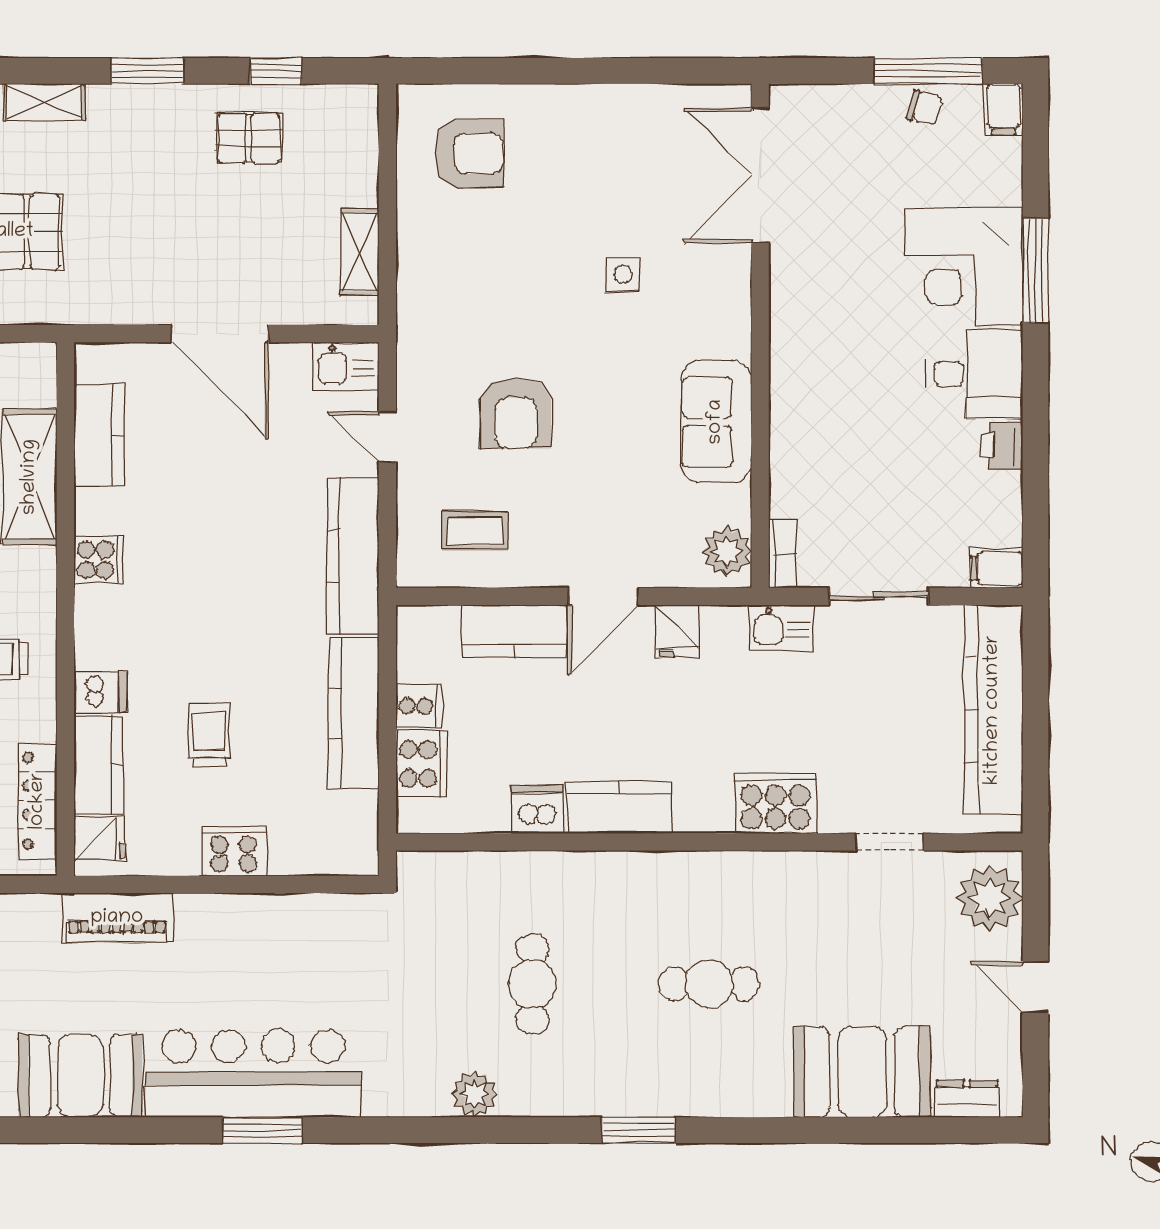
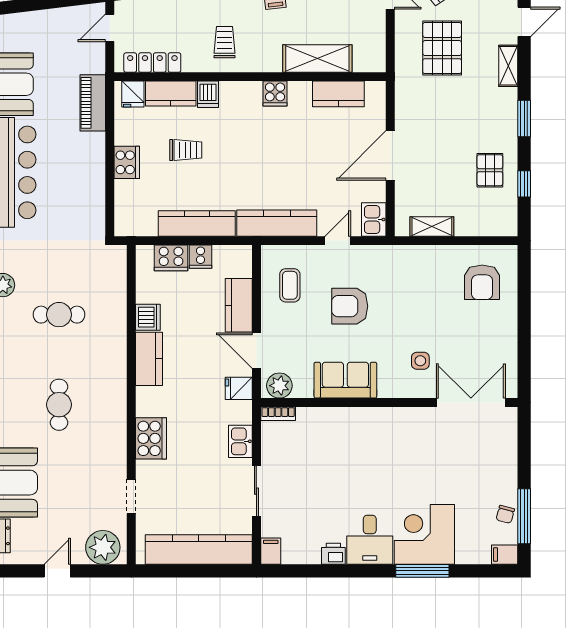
double door: (760, 175) -> (471, 403), moved
wall: (760, 336) -> (389, 403), moved
sofa: (716, 422) -> (345, 380), moved
plant: (727, 551) -> (279, 386), moved
bookcase: (782, 554) -> (278, 414), moved

